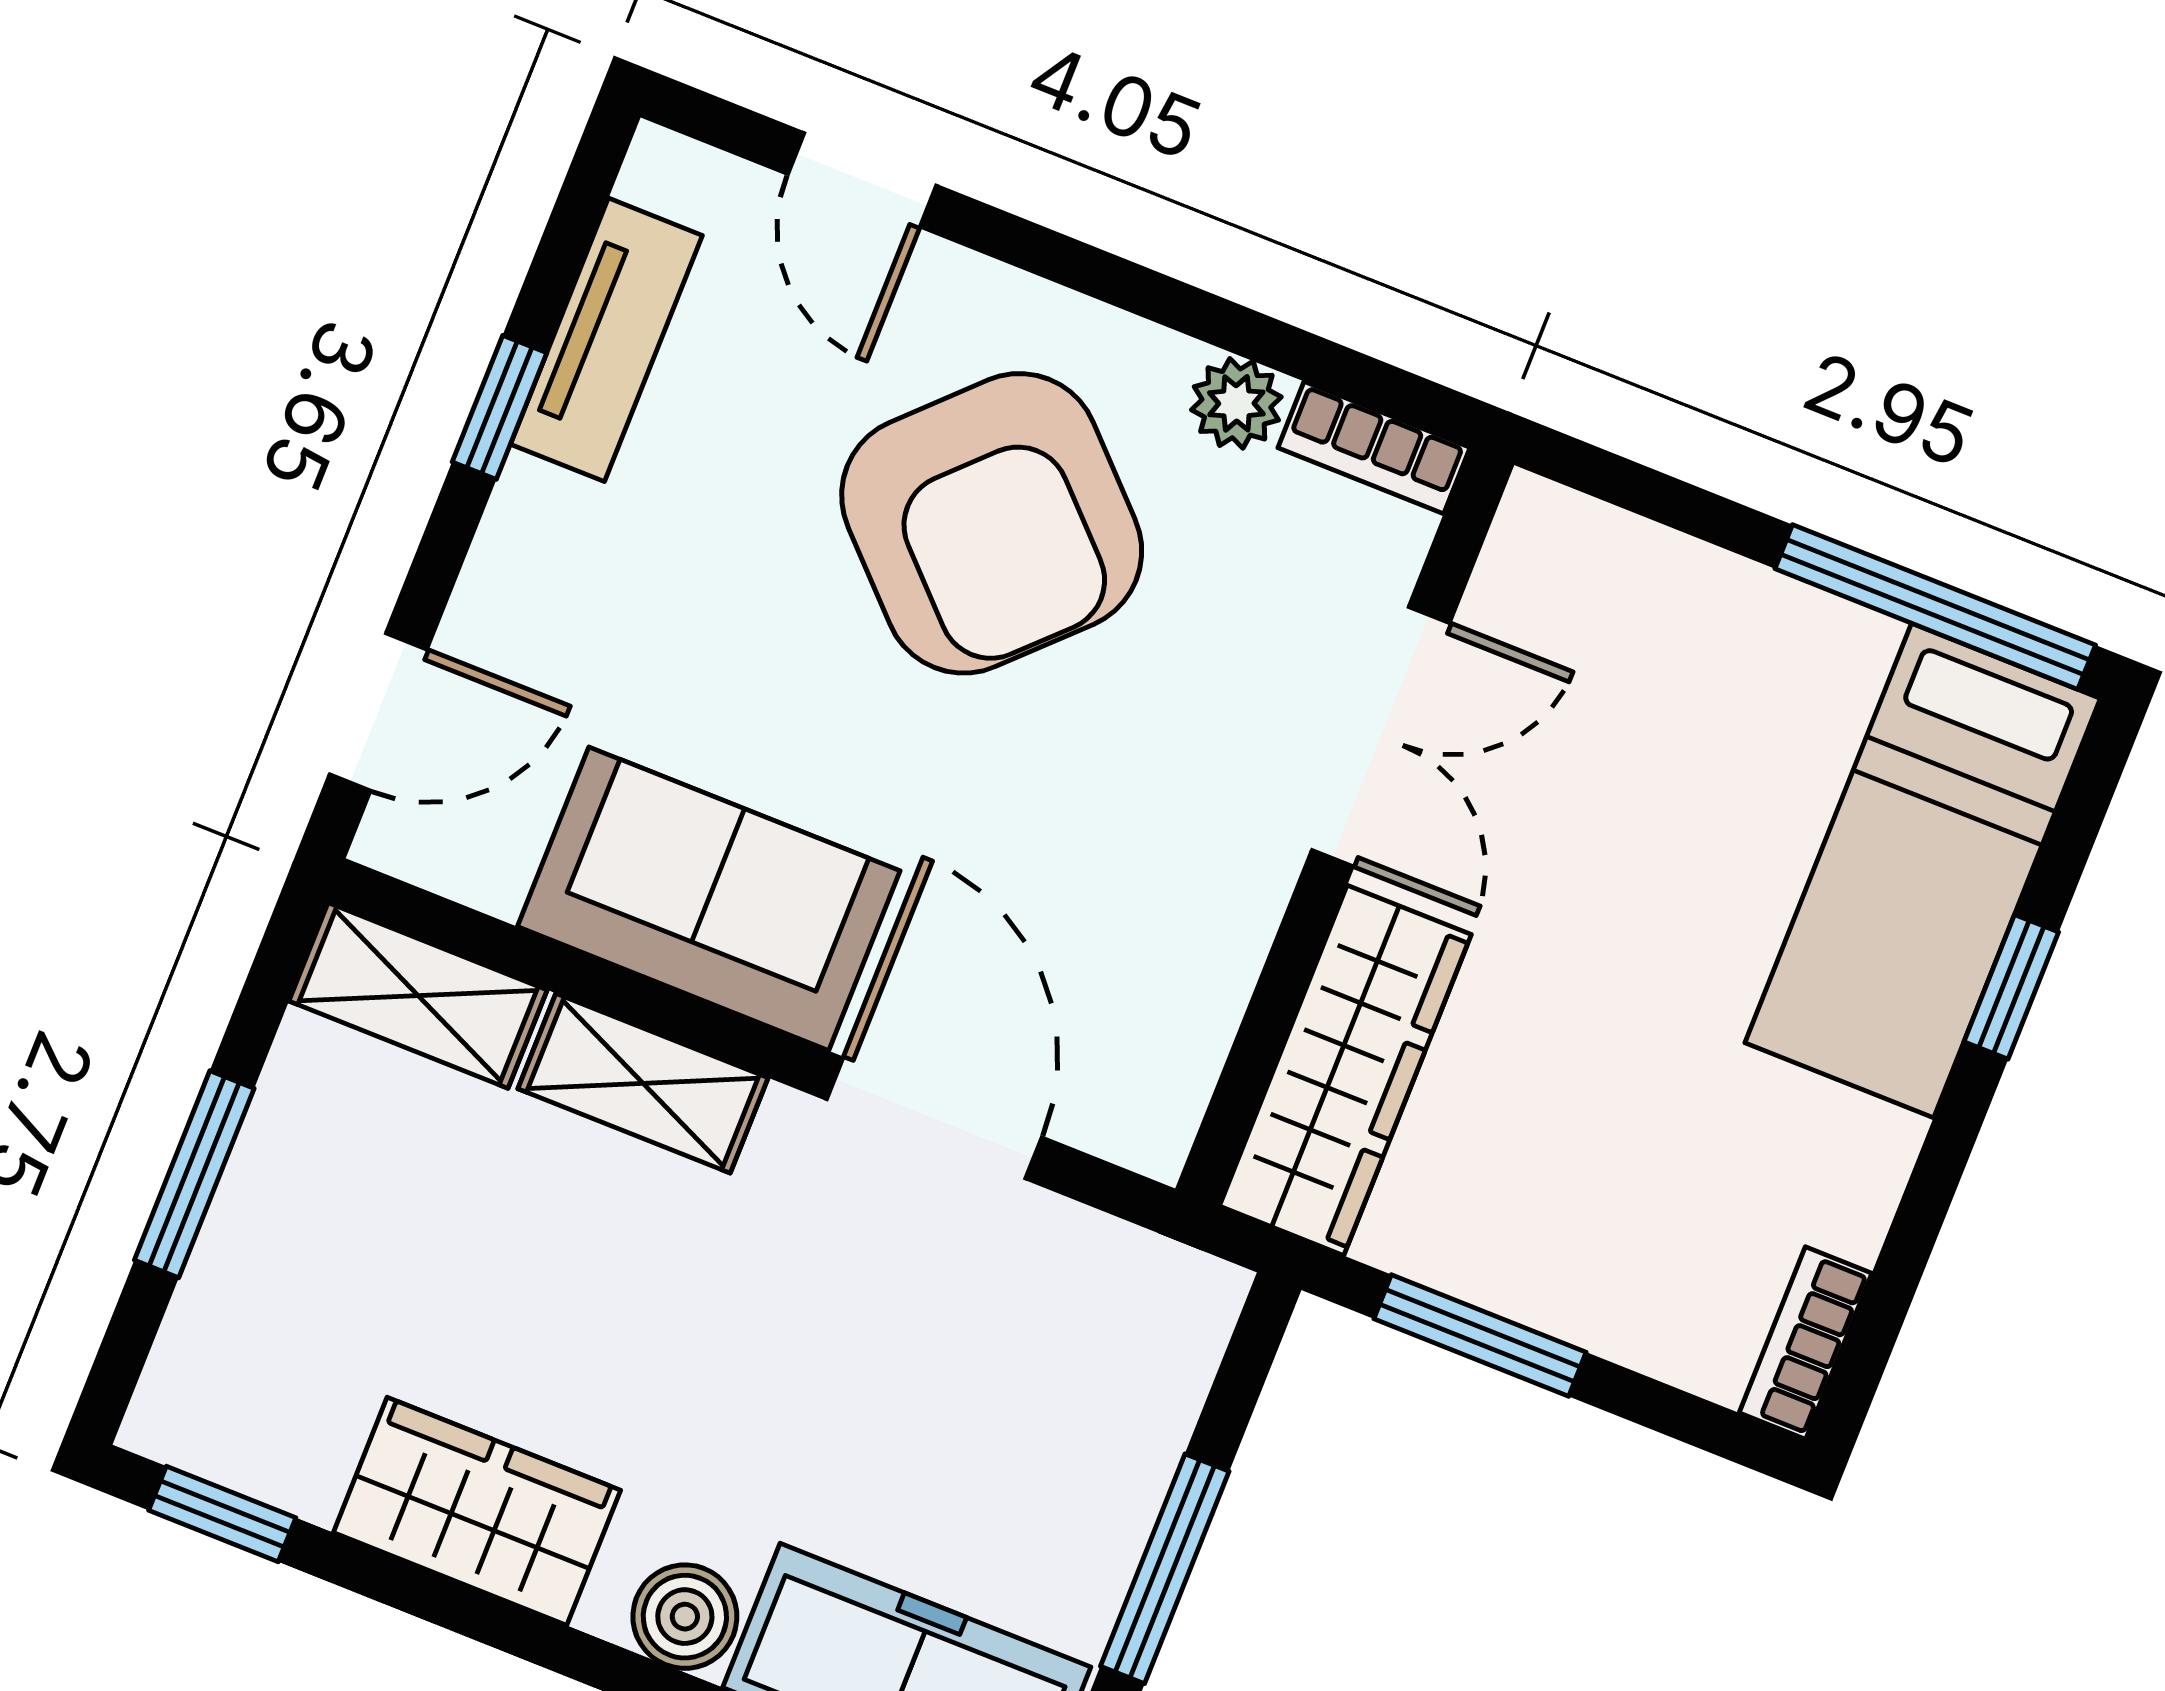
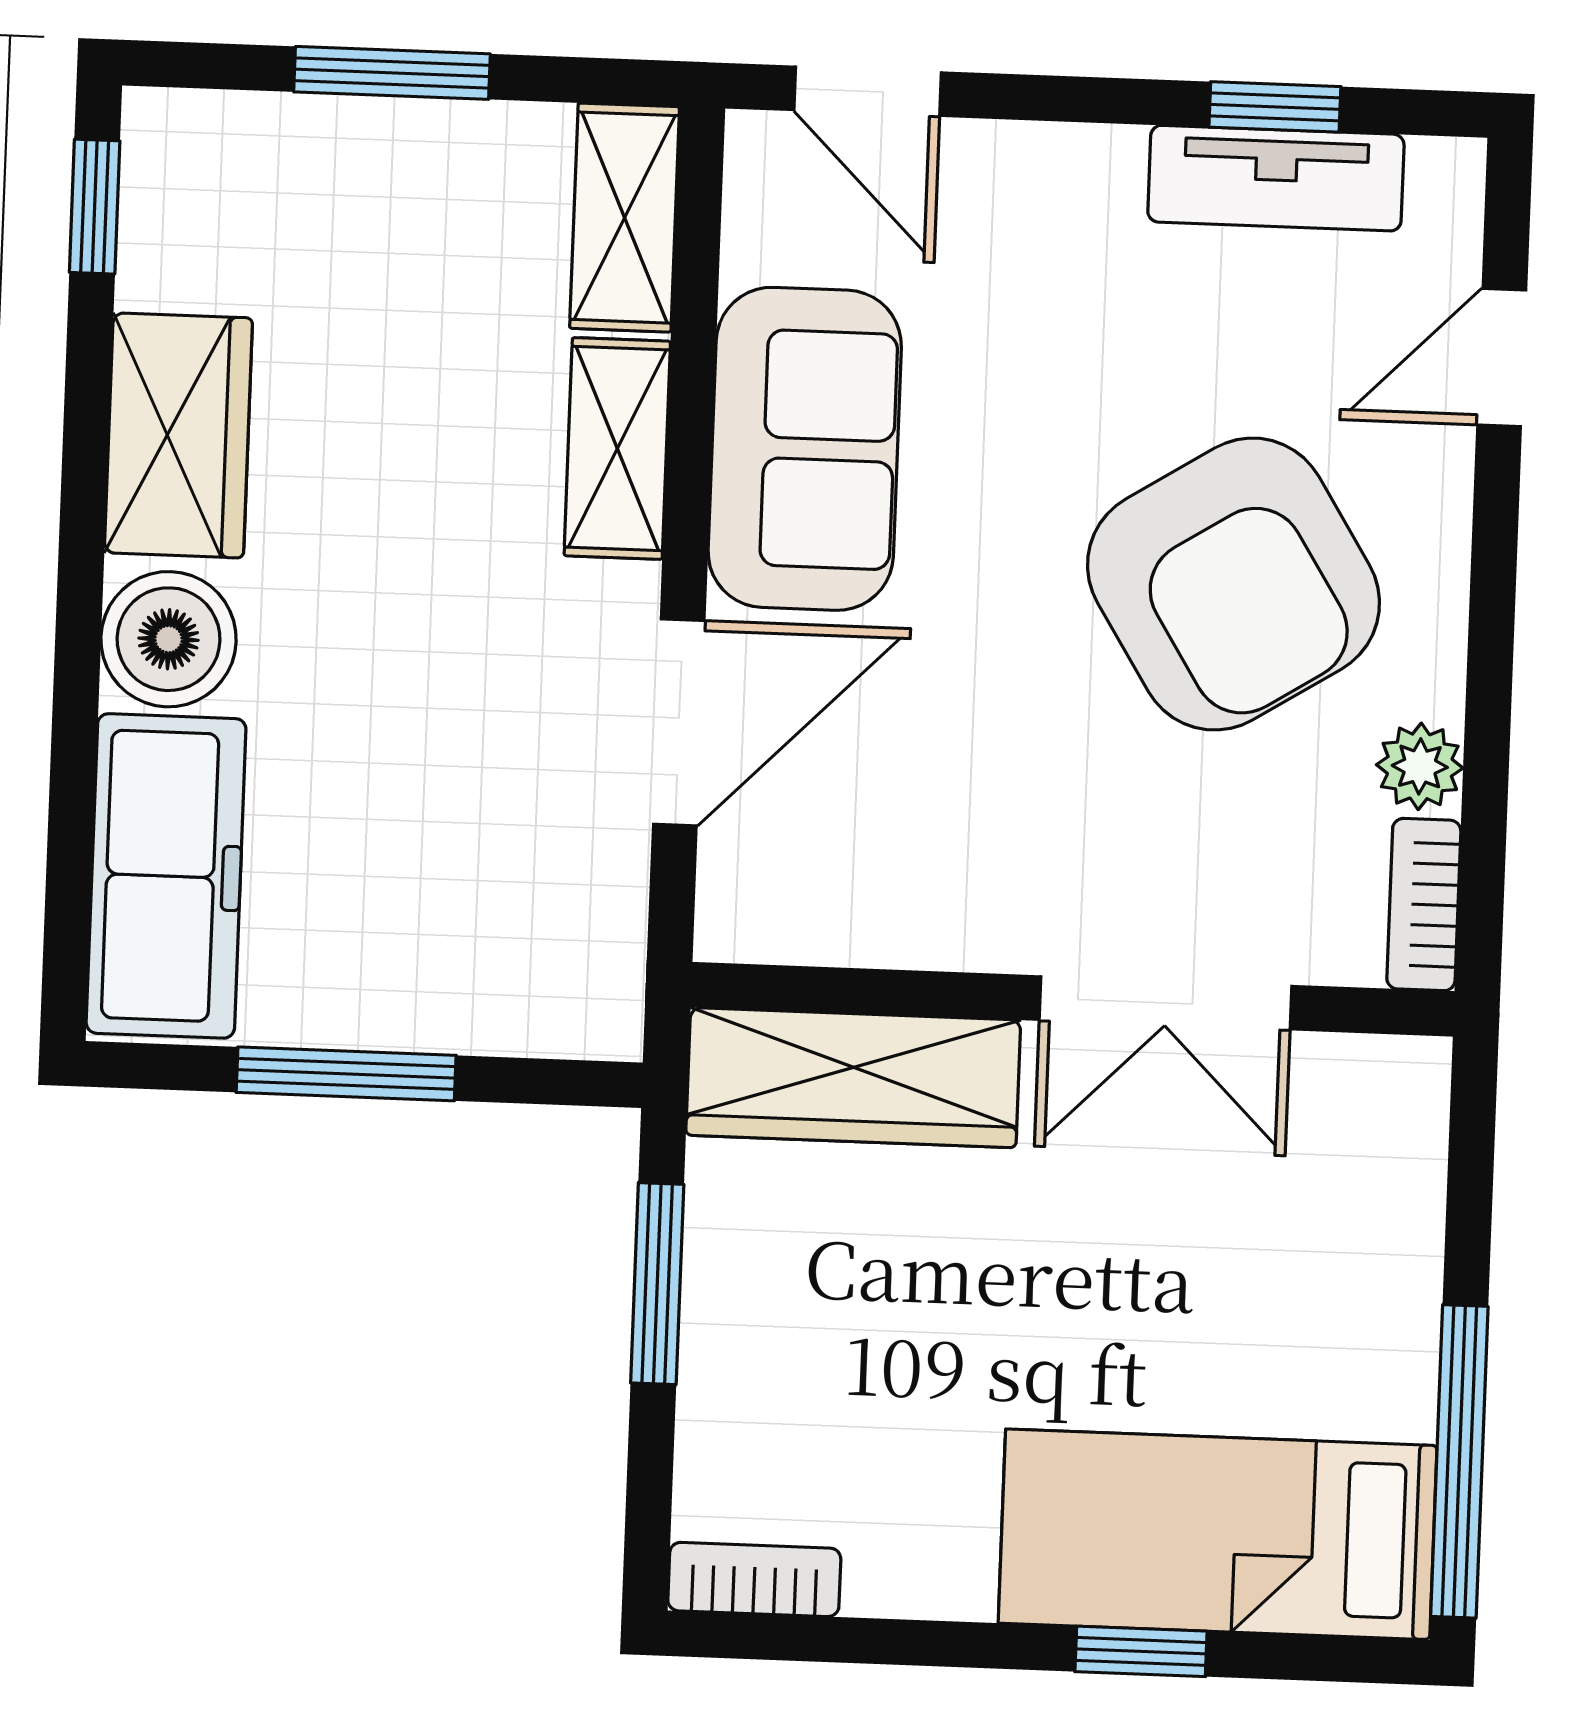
window: (499, 407) -> (1275, 107), moved
armchair: (992, 523) -> (1234, 584), turned -77
boiler: (685, 1617) -> (169, 639), width x1.36, depth x1.36

